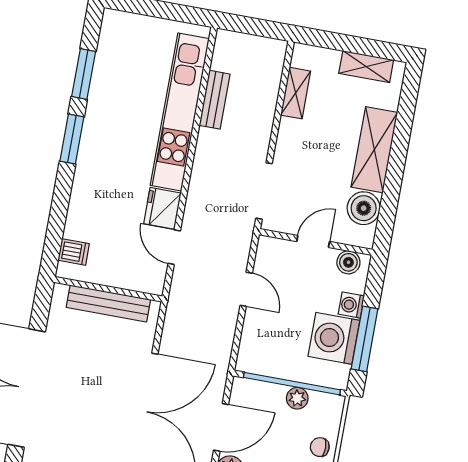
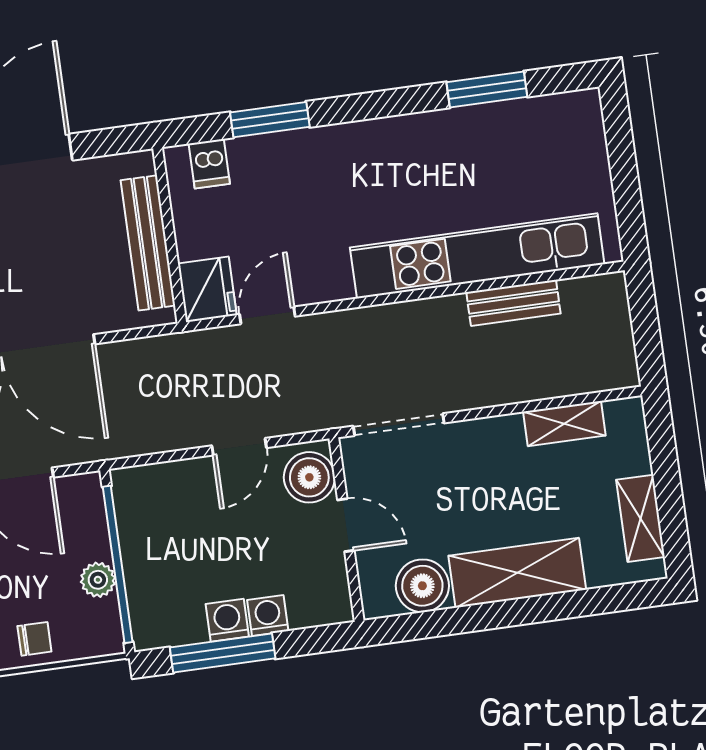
window: (72, 139) -> (270, 120), moved
fridge: (162, 208) -> (207, 289), moved, turned 90
boiler: (348, 262) -> (309, 477), moved, width x1.36, depth x1.36
washing machine: (334, 338) -> (227, 620), width x0.53, depth x0.53
chair: (320, 447) -> (34, 639), turned 90

